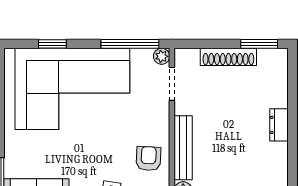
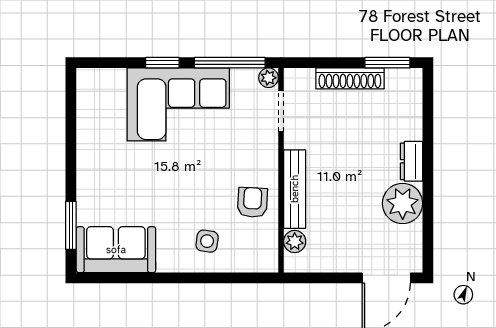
window: (52, 44) -> (162, 63), moved
corner sofa: (72, 89) -> (178, 104), width x0.73, depth x0.74
plant: (272, 159) -> (403, 203), added

